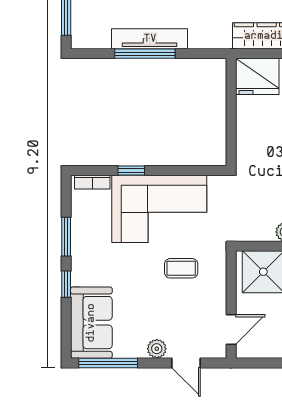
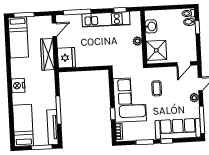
tv unit: (150, 39) -> (52, 127), moved
sofa: (91, 323) -> (178, 129), width x1.36
door: (231, 330) -> (184, 64), swing flipped

